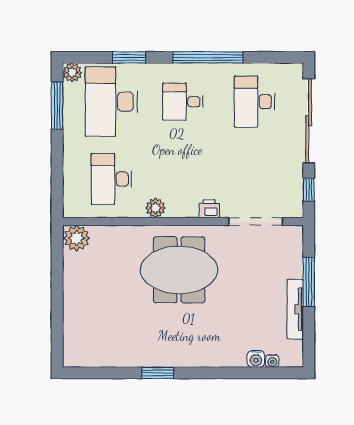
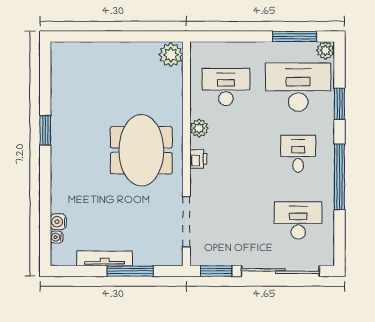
window: (309, 190) -> (216, 271), width x1.50
printer: (209, 209) -> (198, 159), moved

